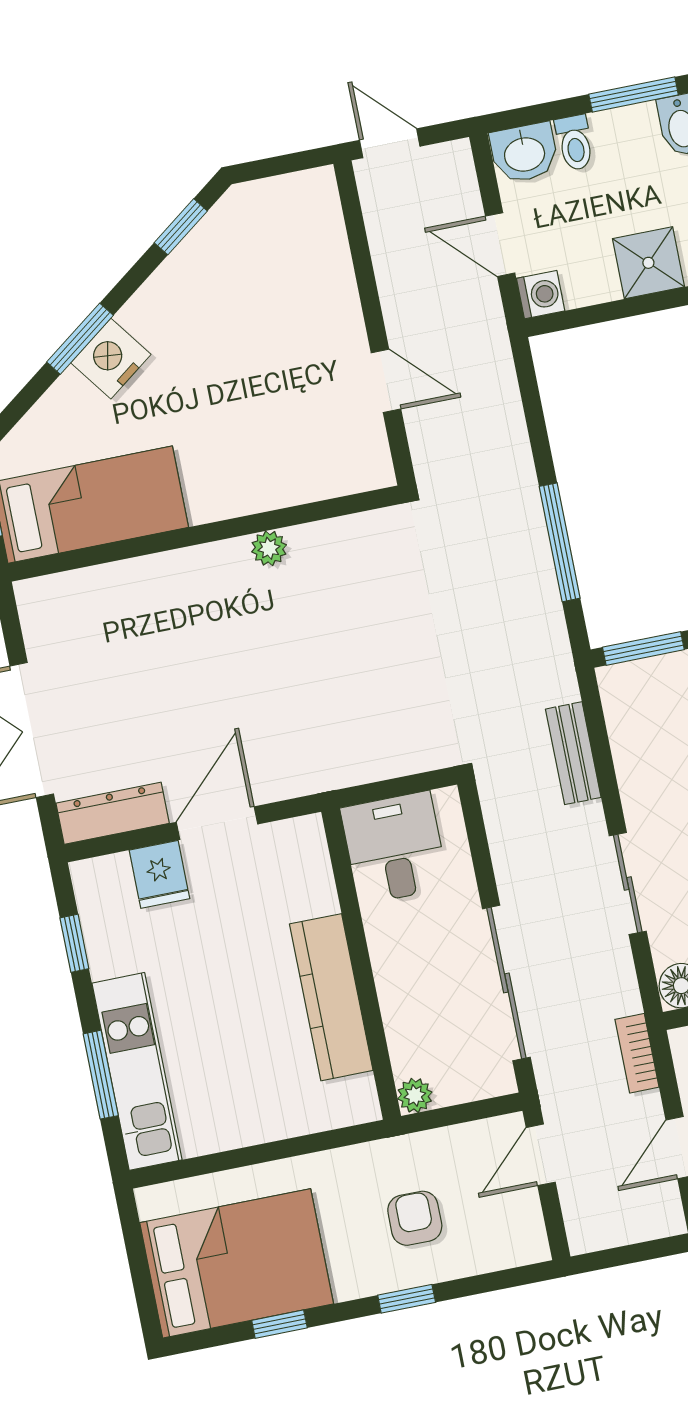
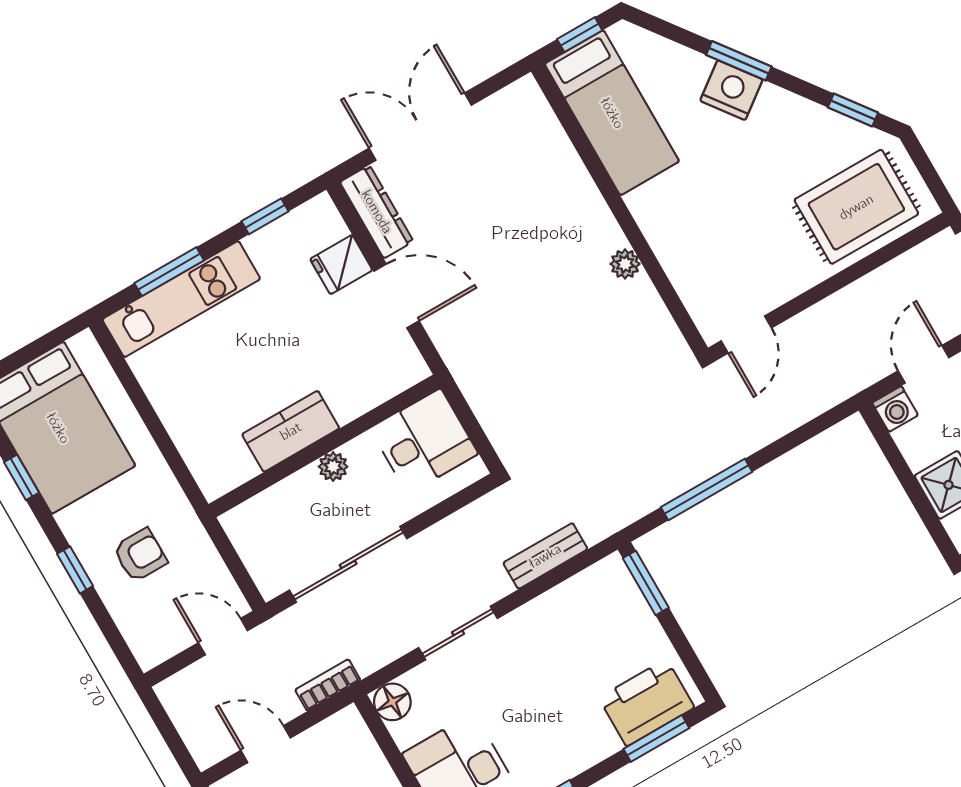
rug: (293, 260) -> (856, 207), added
door: (386, 381) -> (746, 334), moved
kitchen counter: (331, 997) -> (291, 431), width x0.67
plant: (415, 1095) -> (333, 467), moved

